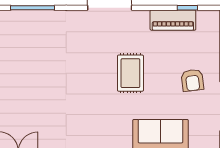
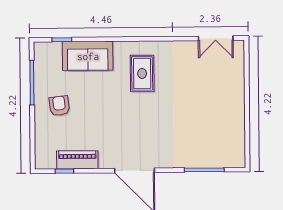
rug: (130, 73) -> (142, 73), moved

